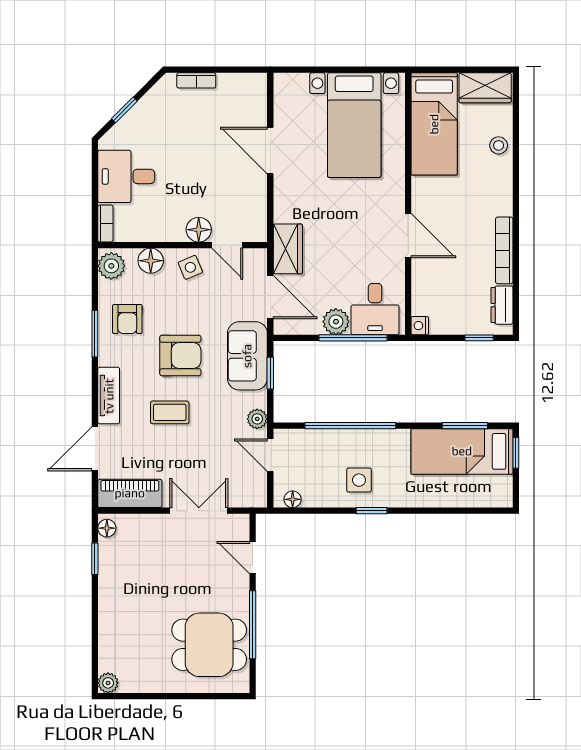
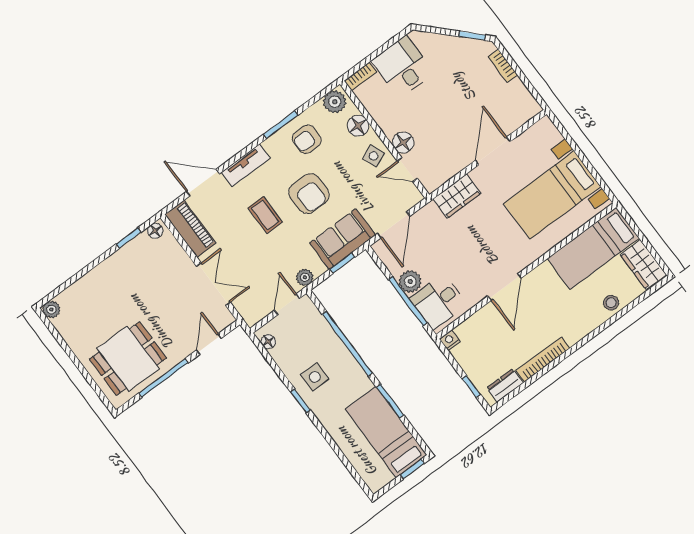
window: (124, 110) -> (472, 36), moved
door: (227, 245) -> (407, 170), hinge flipped
wardrobe: (288, 249) -> (457, 196), moved
window: (465, 426) -> (390, 401), moved
dining table: (209, 645) -> (128, 359), turned 90

